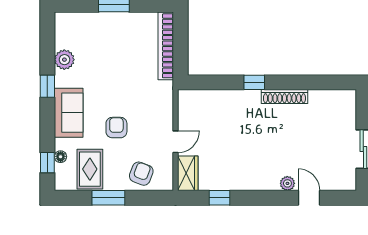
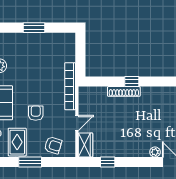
bookcase: (166, 46) -> (70, 86), moved
shoe rack: (284, 97) -> (124, 91), moved
armchair: (141, 174) -> (53, 145), turned 86

